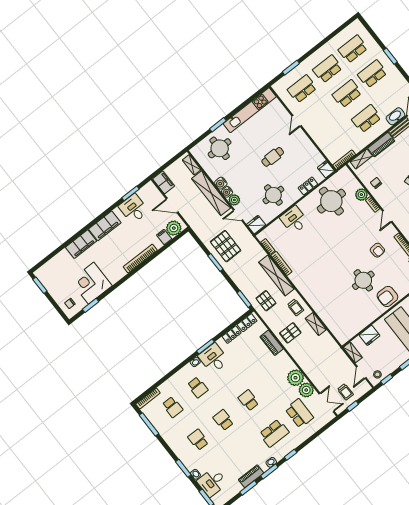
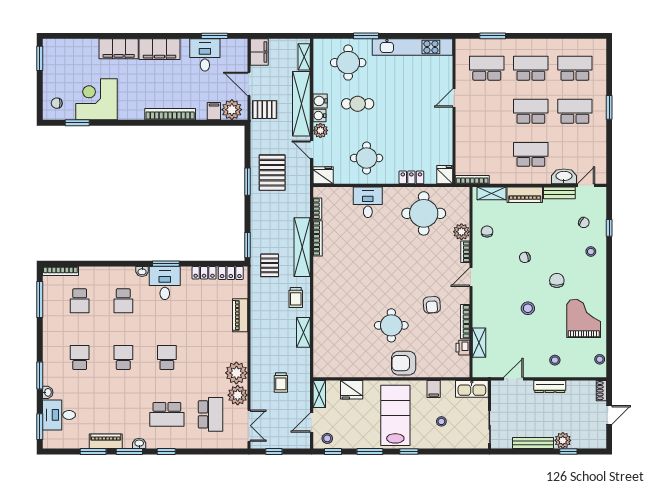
cafe table: (273, 157) -> (358, 104), moved
pallet: (290, 333) -> (265, 110), moved
trolley: (345, 392) -> (281, 382), moved

